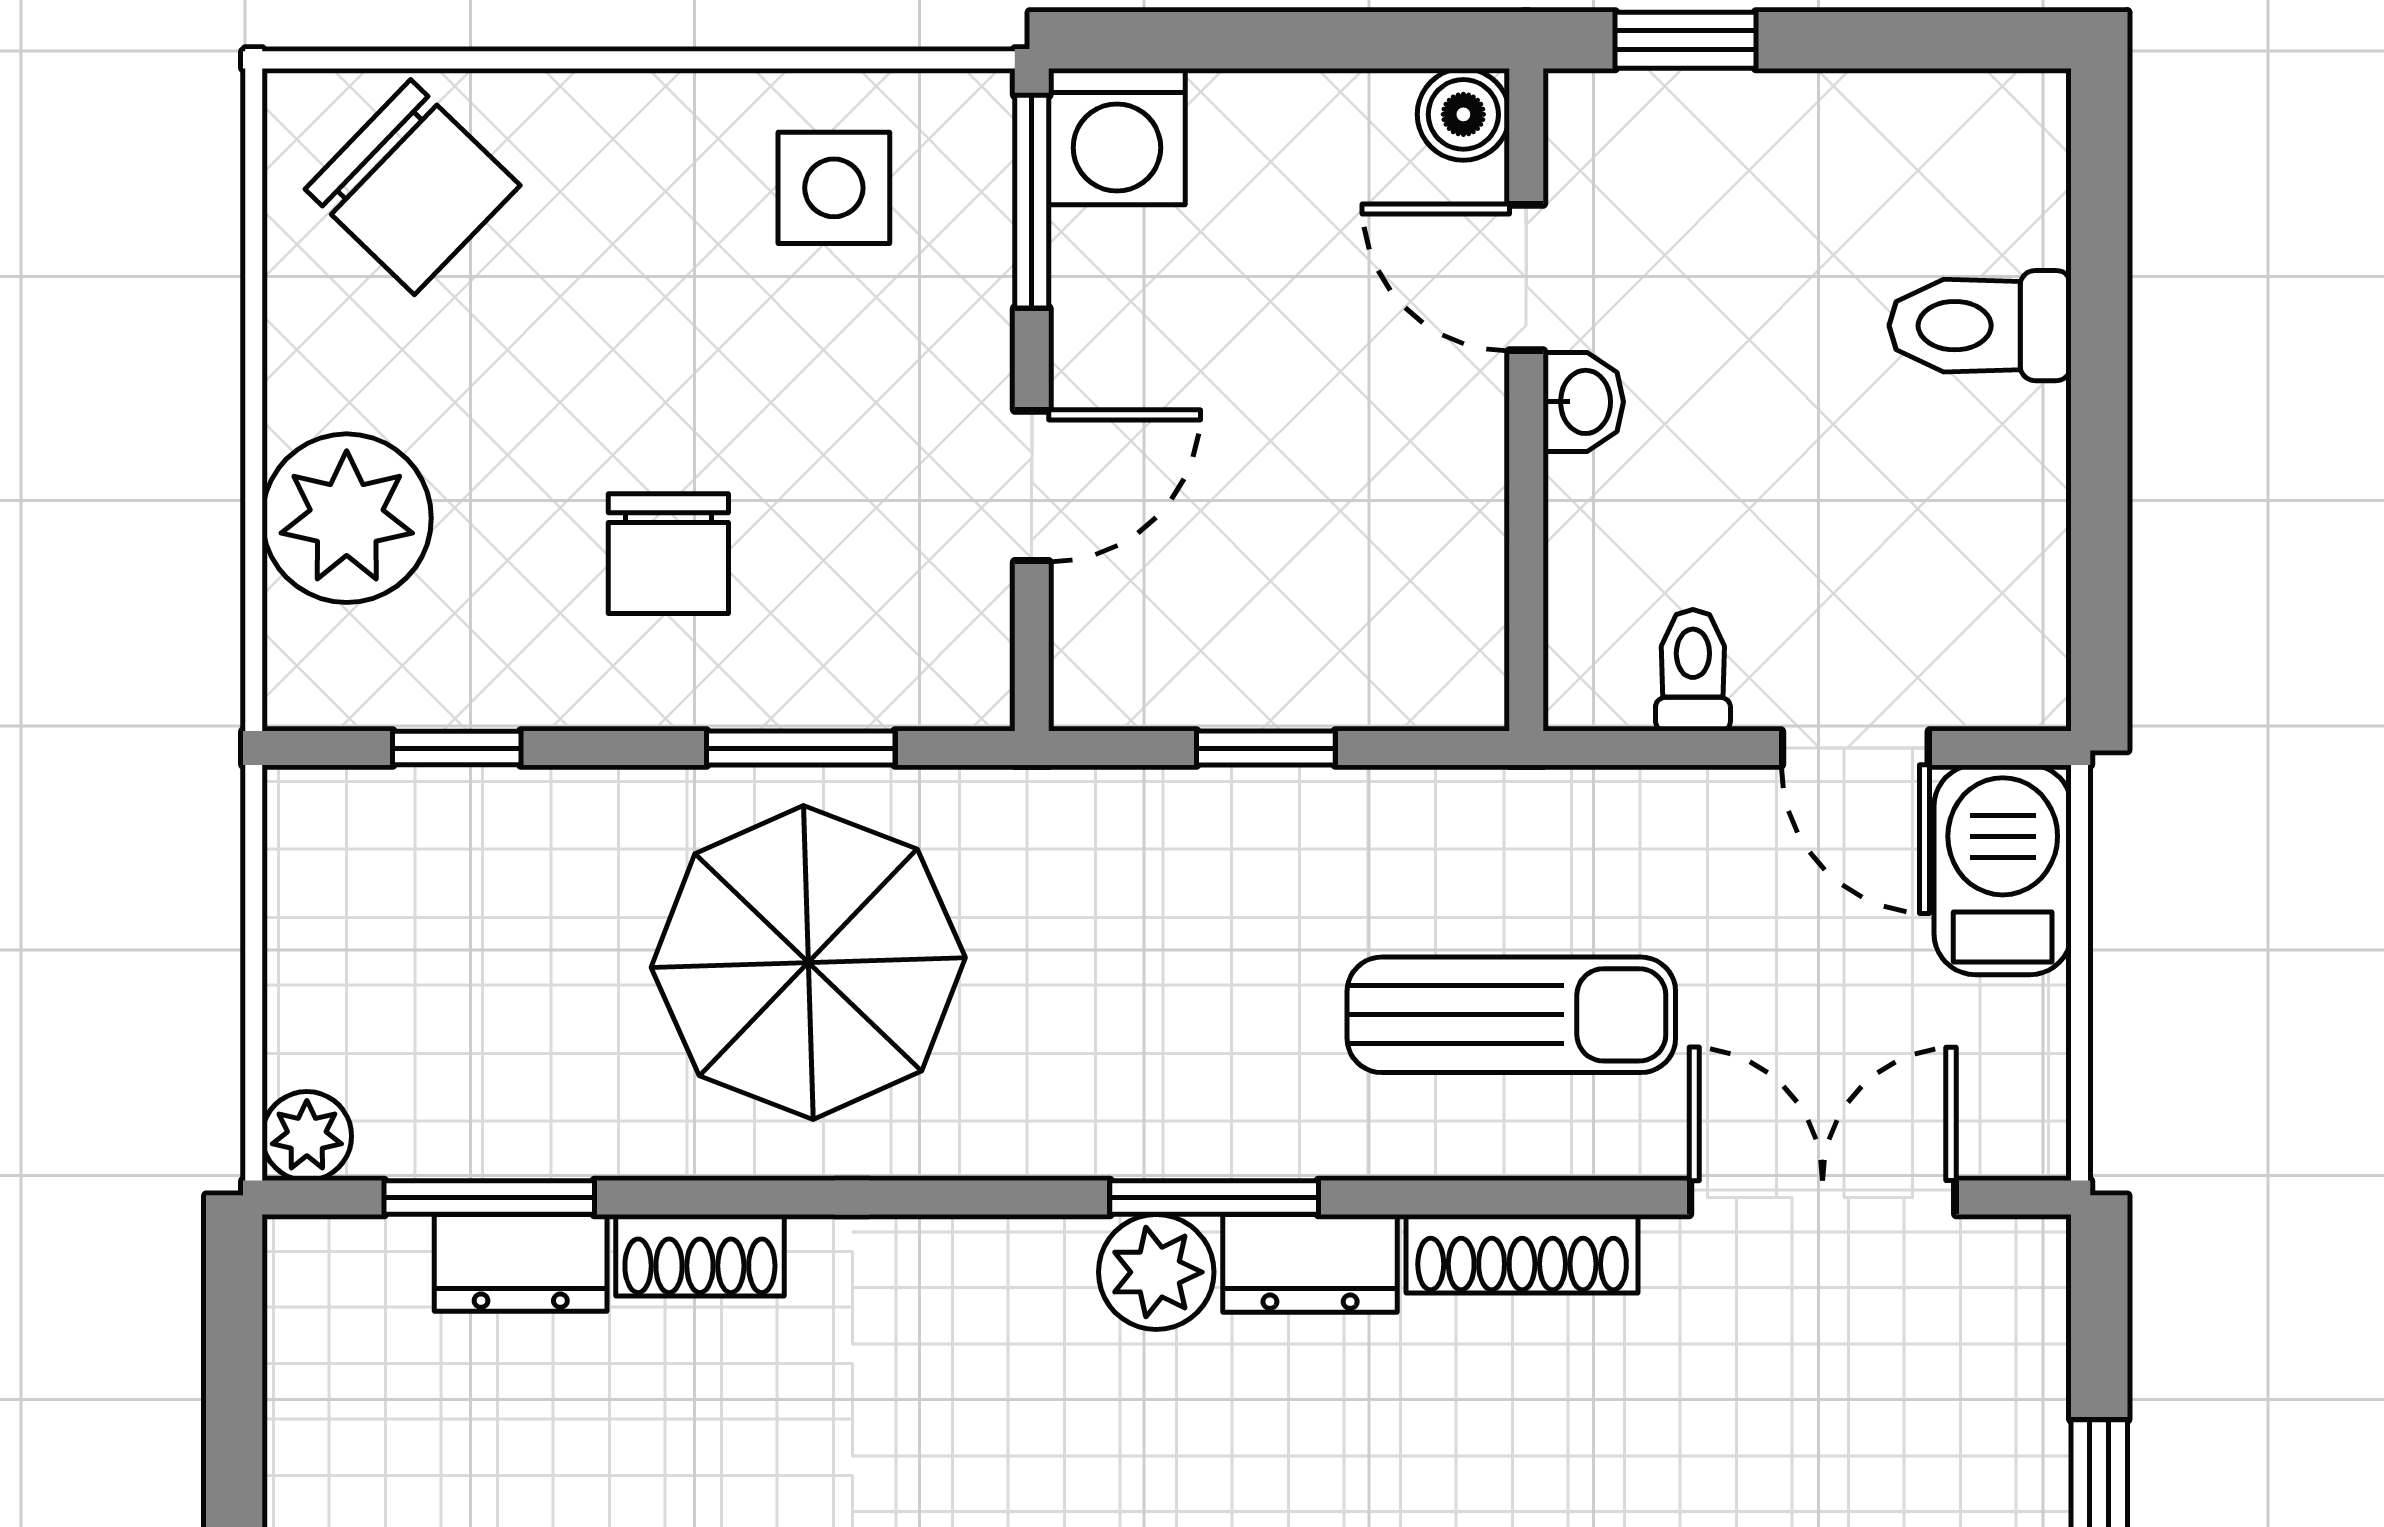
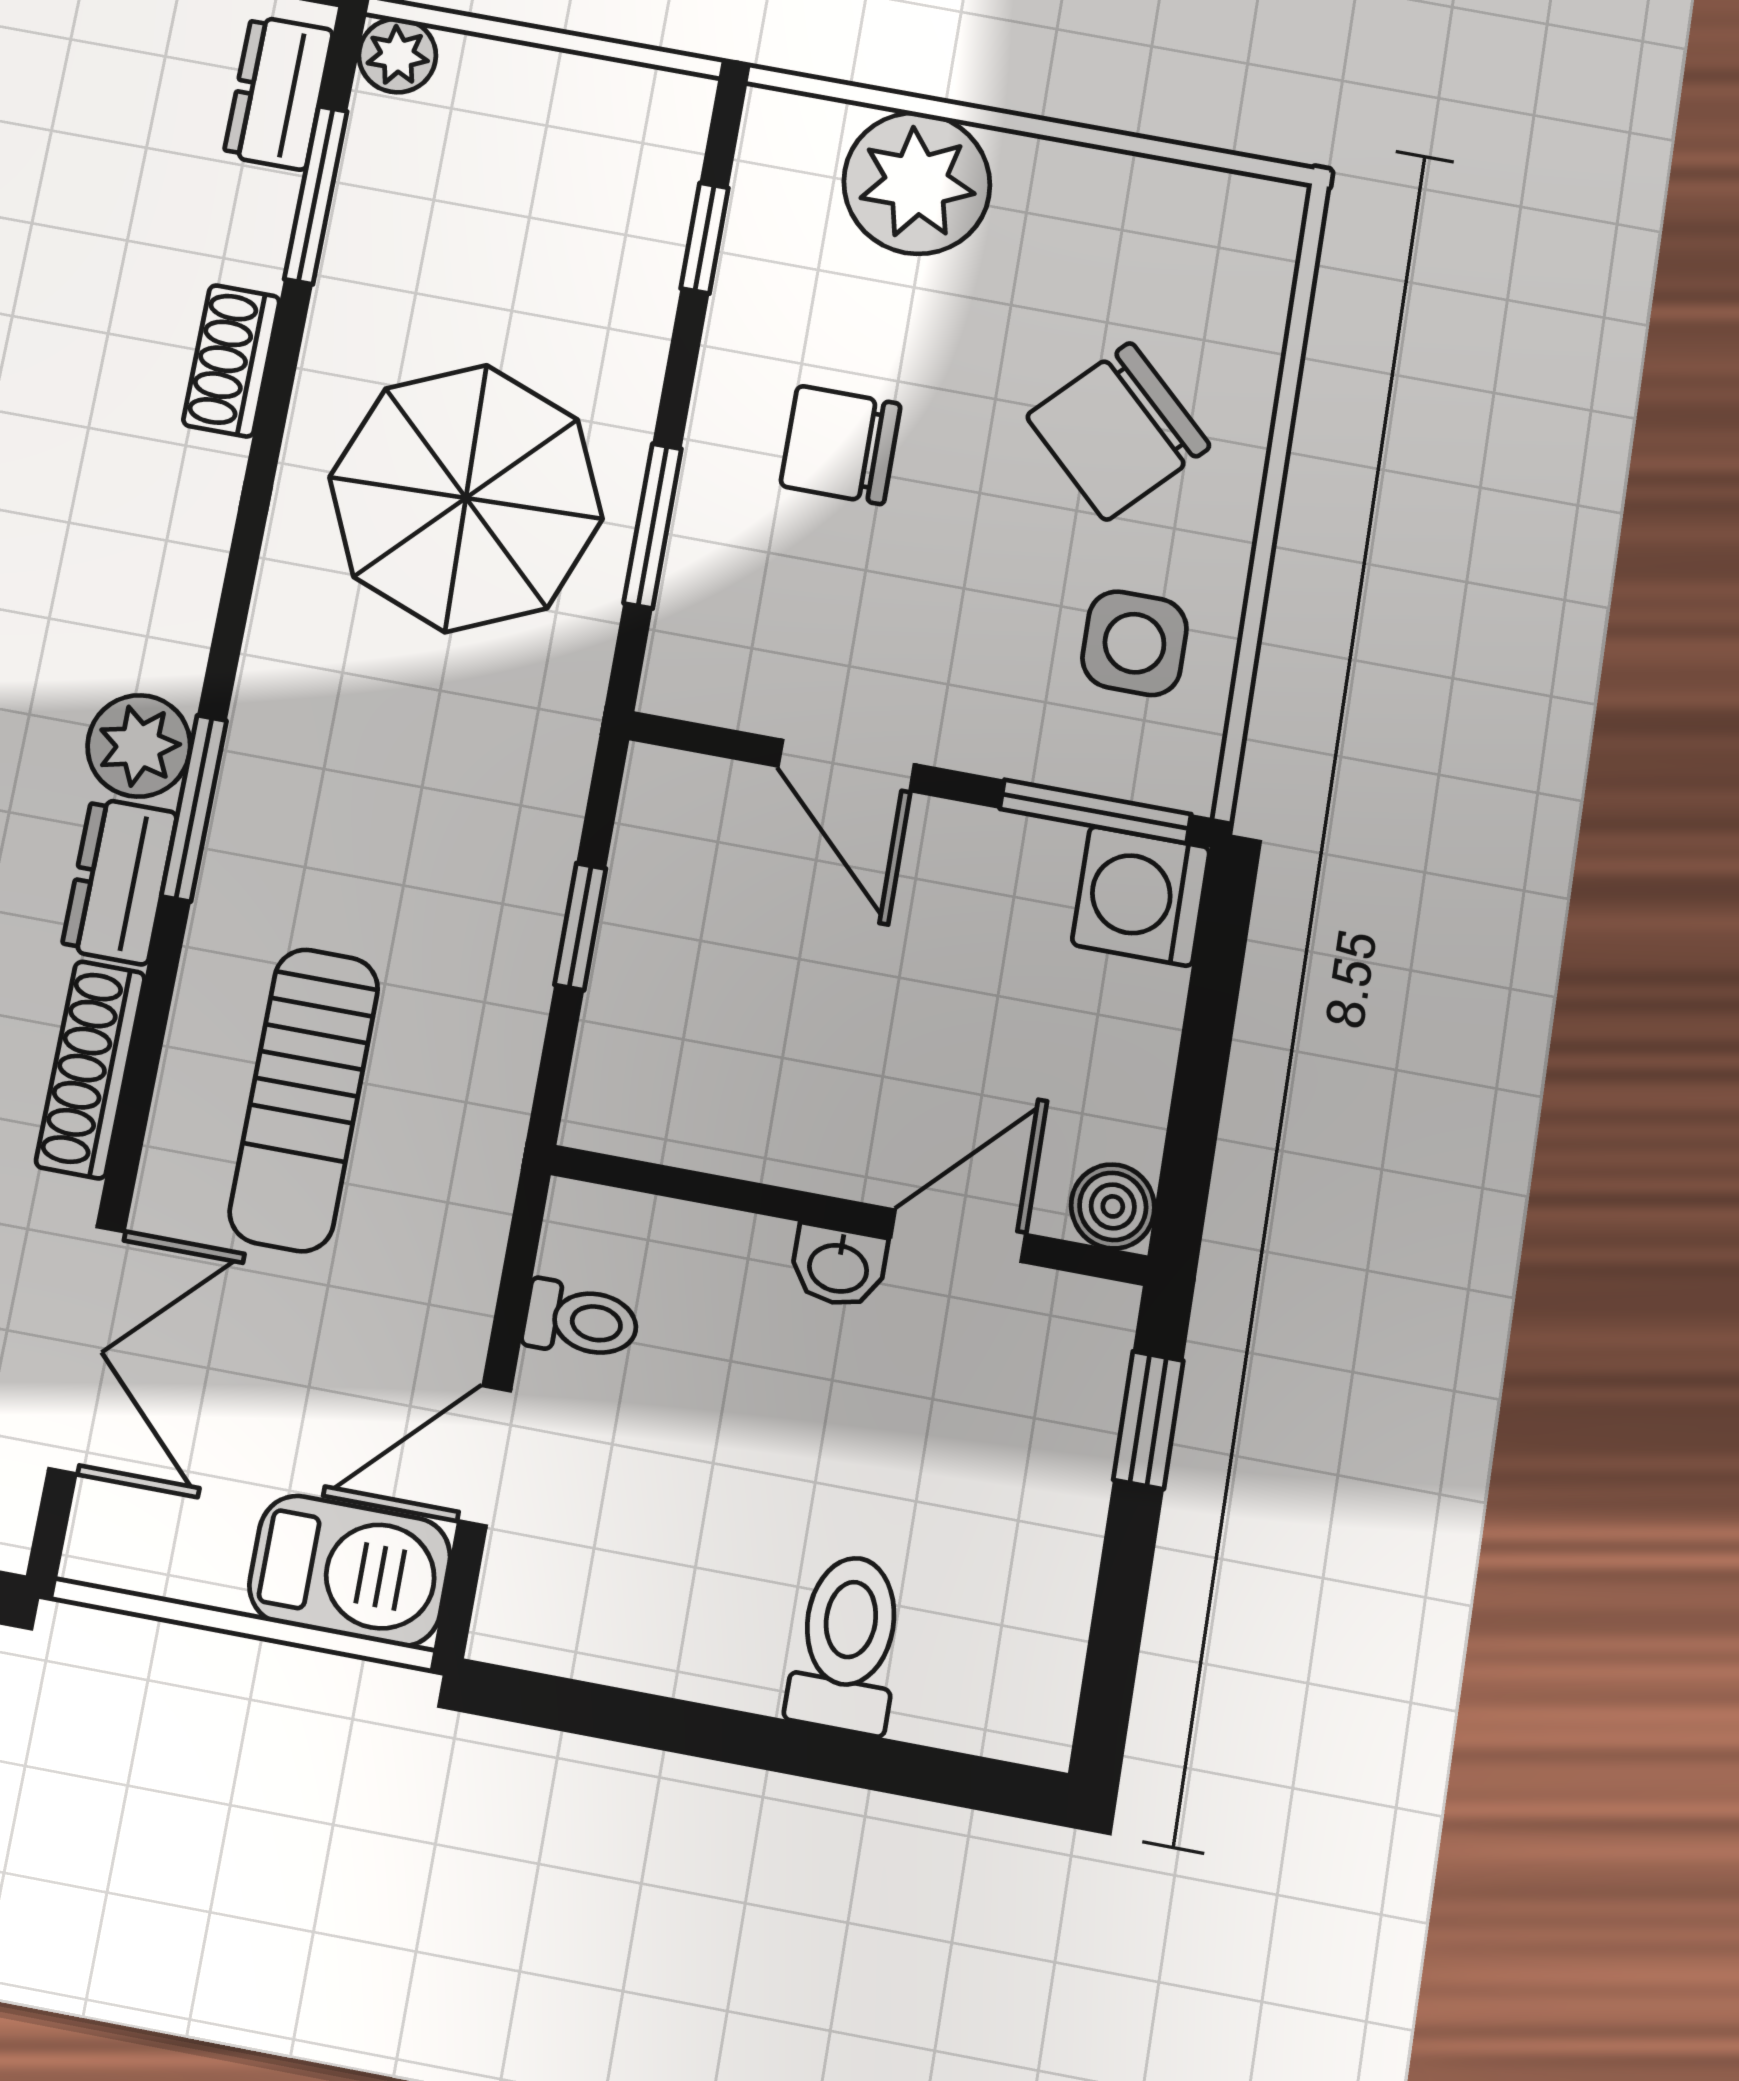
chair: (413, 187) -> (1118, 431), moved
dresser: (521, 1263) -> (279, 93), moved

